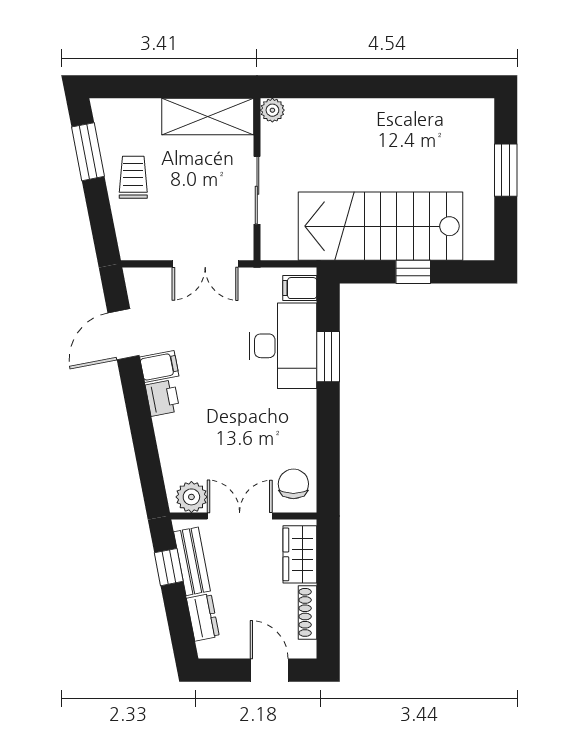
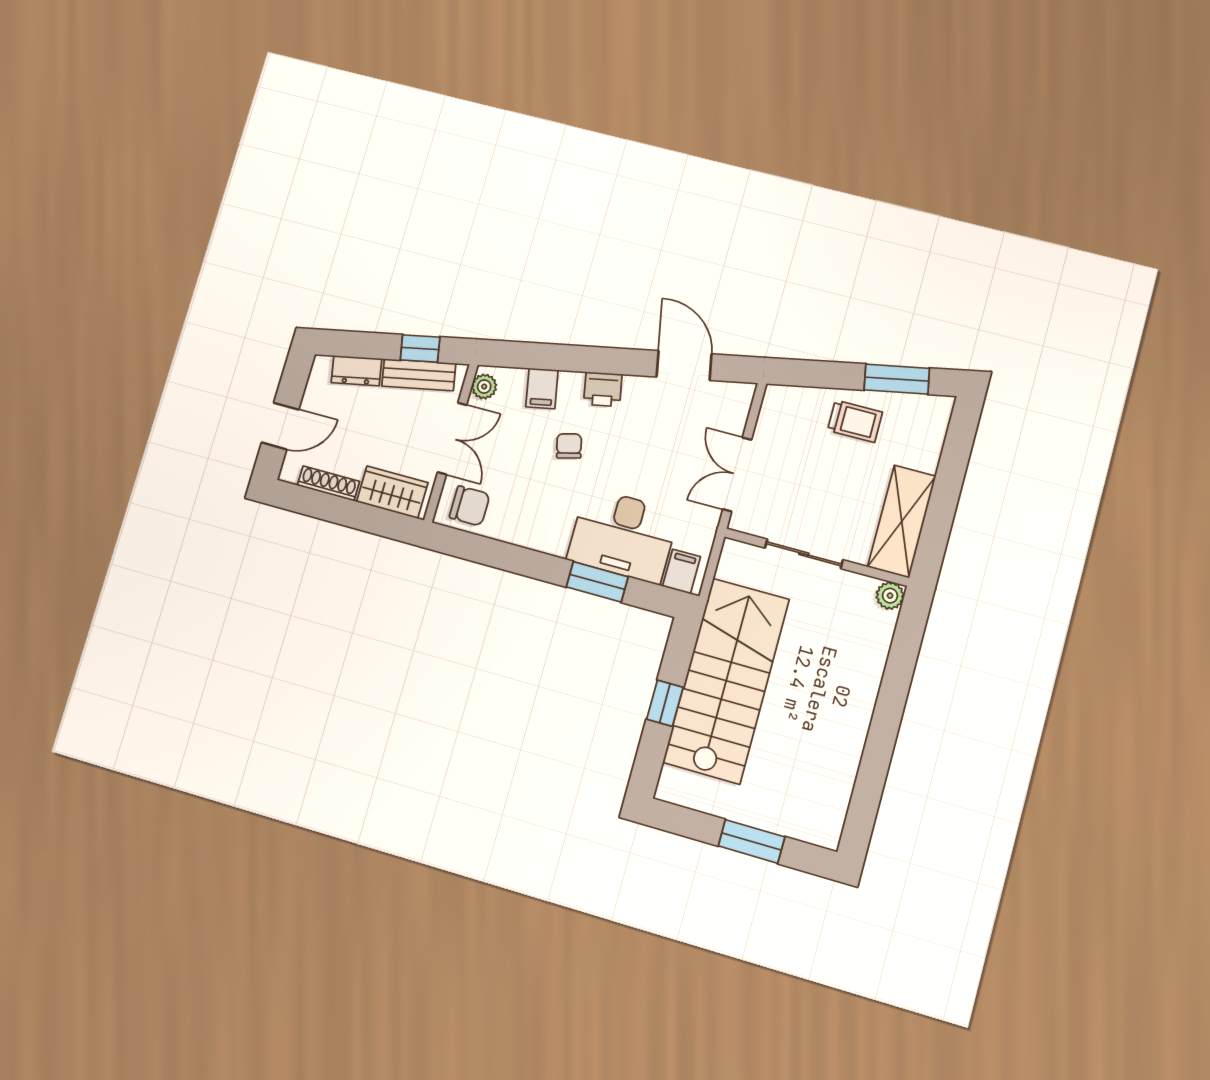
filing cabinet: (159, 366) -> (542, 388), moved
chair: (219, 413) -> (569, 446), added
plant: (191, 497) -> (484, 387), width x0.73, depth x0.73

